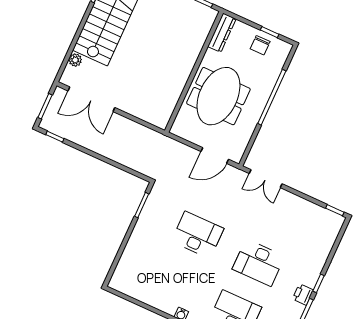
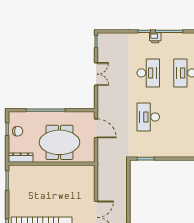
double door: (266, 179) -> (96, 74), moved

